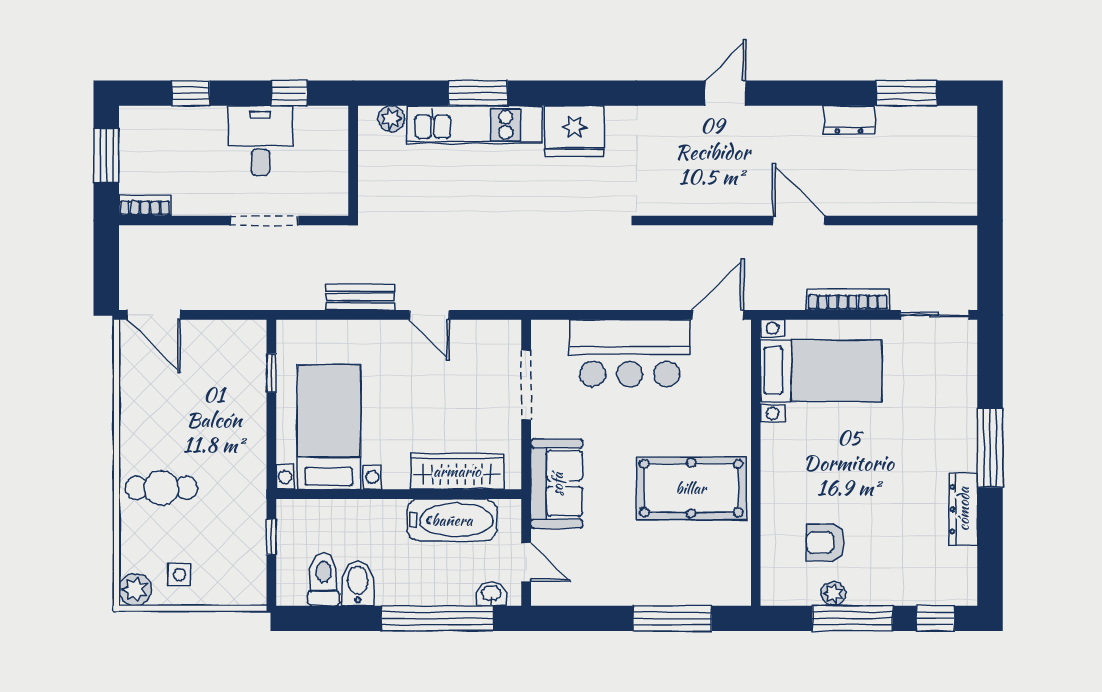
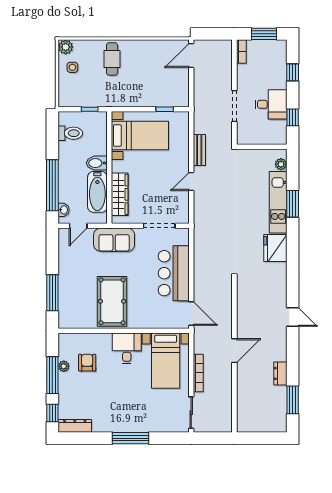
desk: (794, 456) -> (127, 348), added
dresser: (963, 509) -> (75, 426), moved
bidet: (358, 583) -> (97, 163), moved, turned 180

